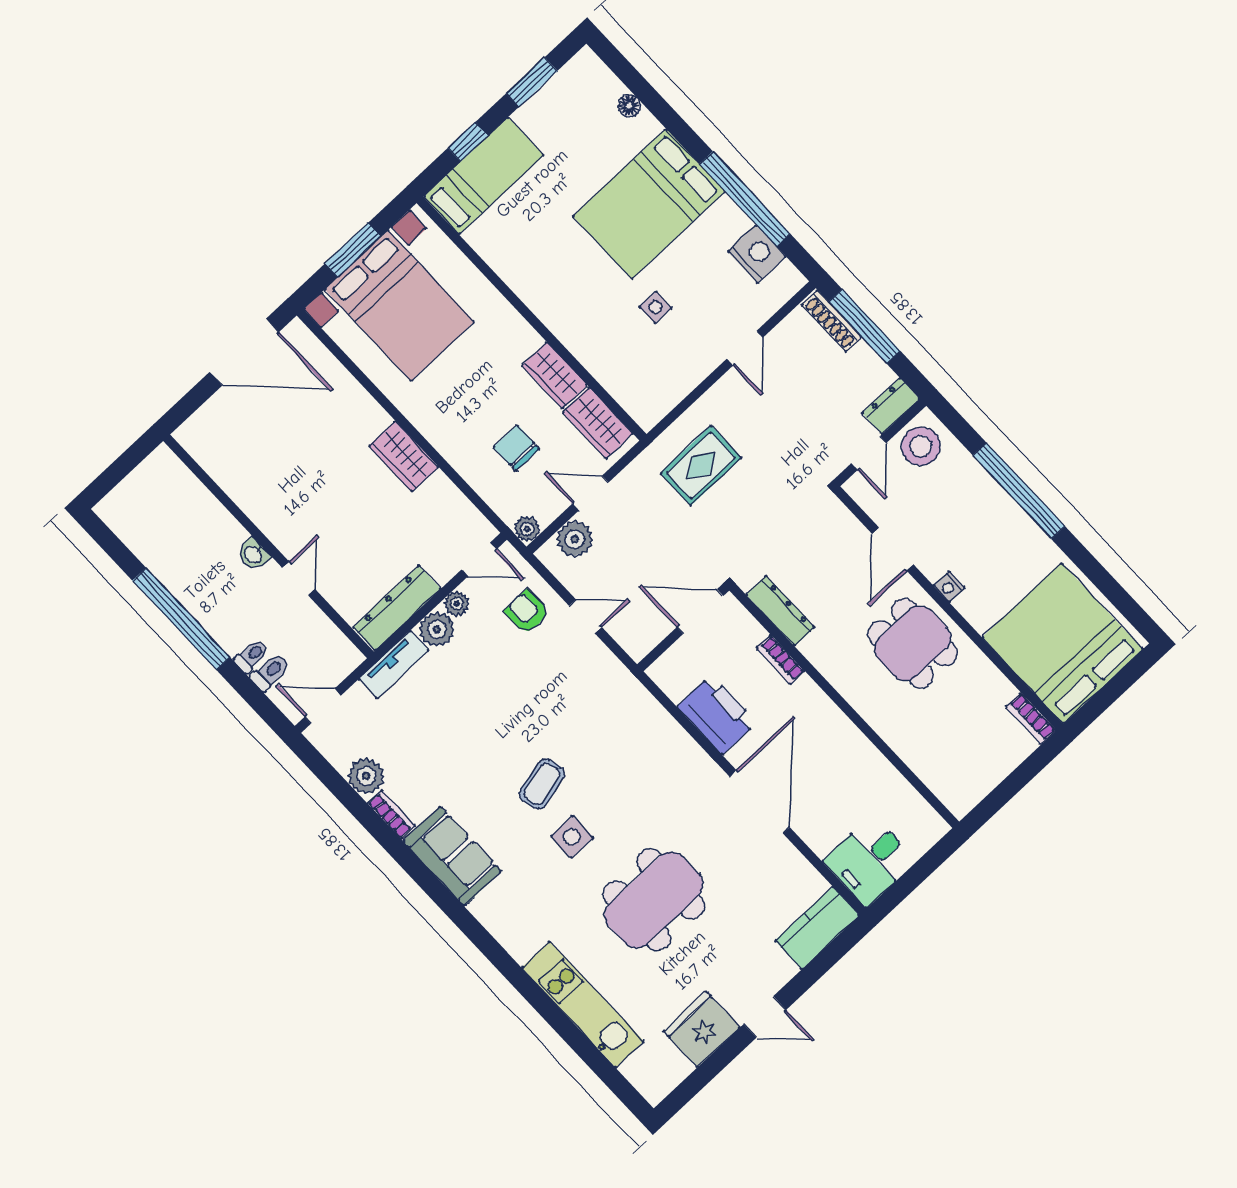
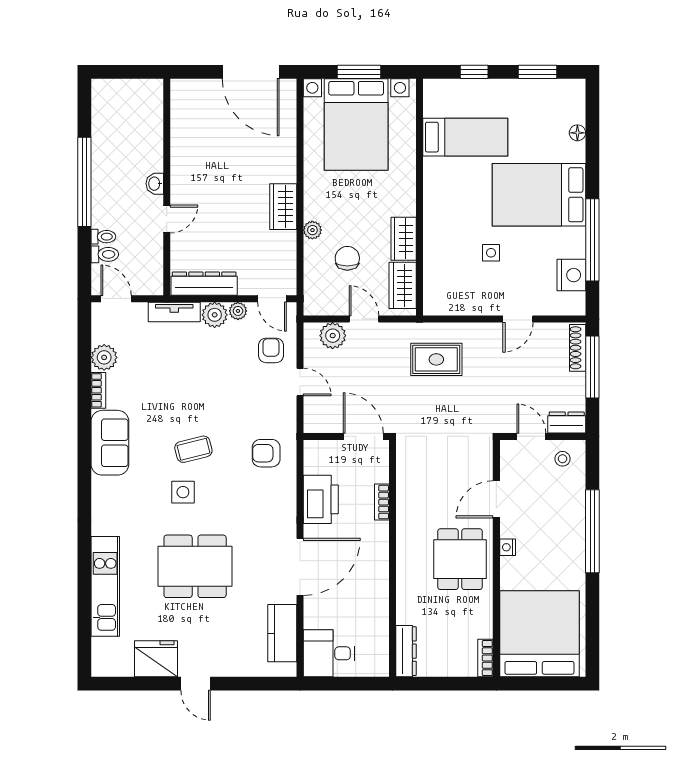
bed: (484, 176) -> (465, 137), moved
stool: (921, 446) -> (563, 459), width x0.53, depth x0.53
door: (869, 453) -> (531, 436), swing flipped
plant: (527, 529) -> (312, 230), moved
dresser: (780, 611) -> (406, 651), moved
armchair: (619, 720) -> (266, 453), added
kitchen counter: (817, 928) -> (282, 633), moved, turned -90

